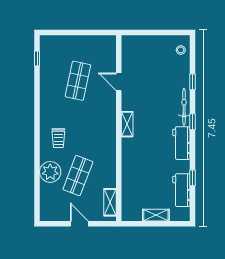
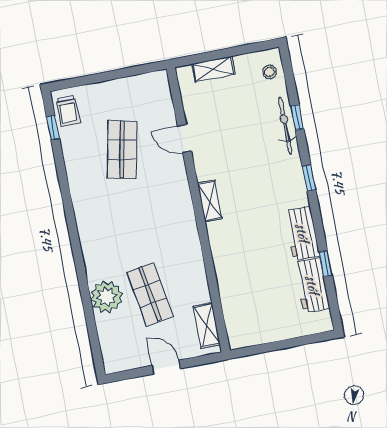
bicycle: (184, 107) -> (285, 126), moved
trolley: (58, 138) -> (68, 111), moved
workbench: (181, 143) -> (302, 233), moved
shop shelf: (78, 176) -> (150, 294), turned -30
shelving: (156, 215) -> (213, 69), moved

